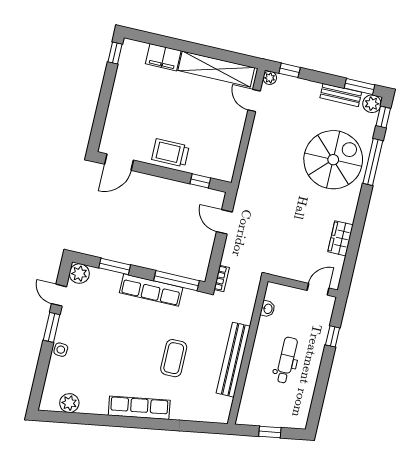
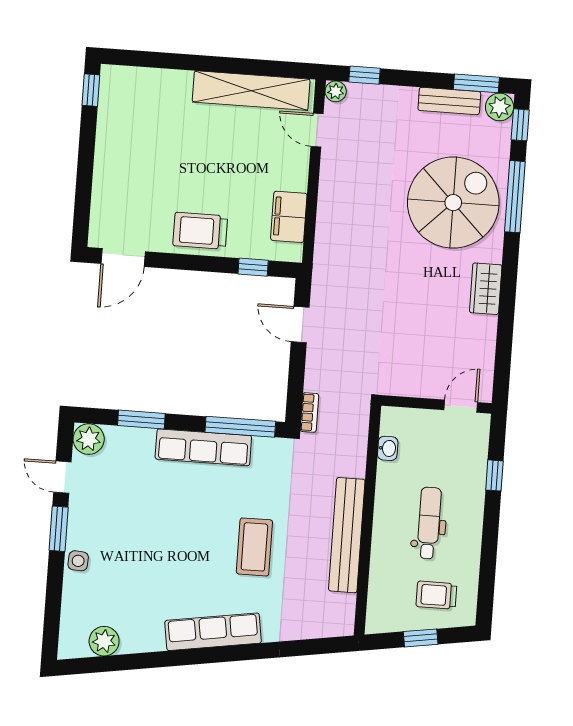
filing cabinet: (163, 57) -> (289, 217), moved, turned 90
wardrobe: (340, 238) -> (486, 289), moved
trolley: (284, 406) -> (436, 595), added

